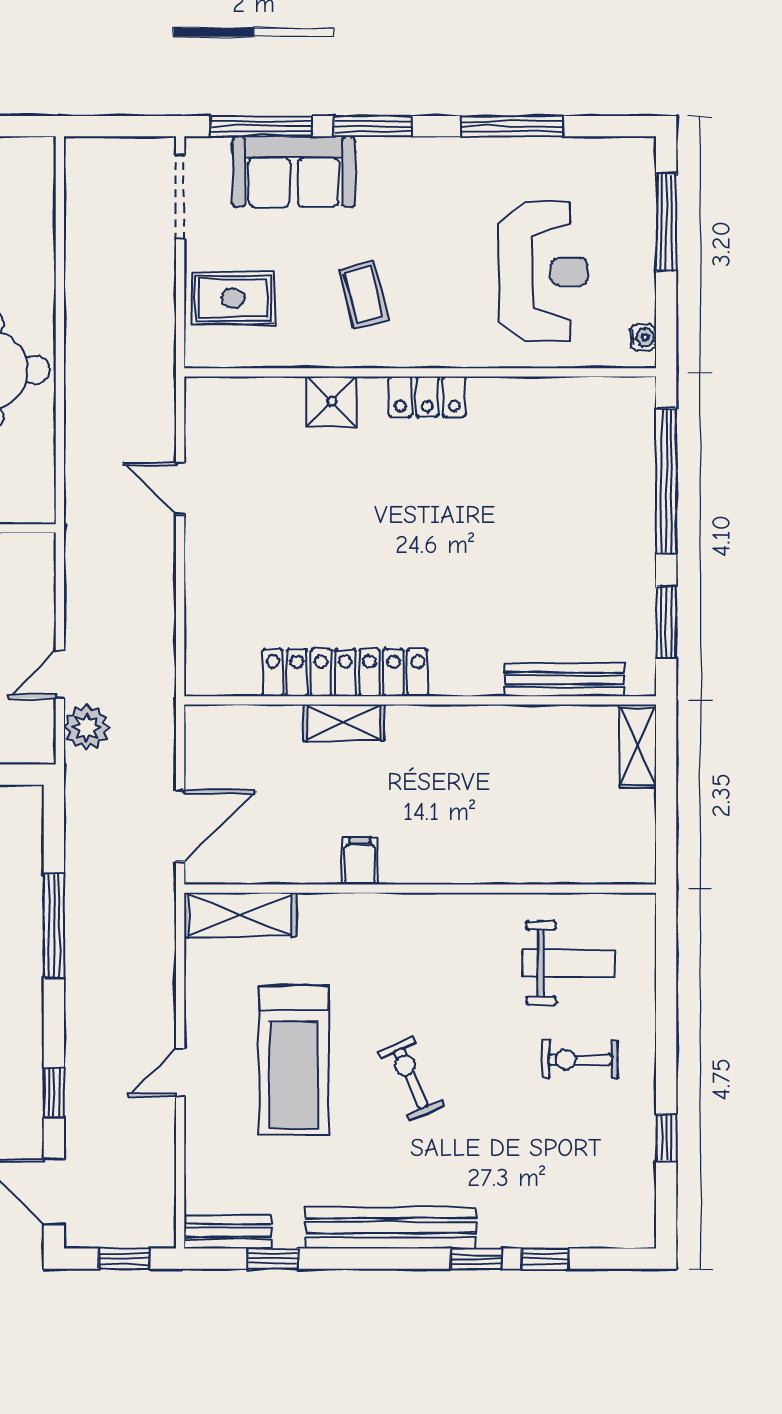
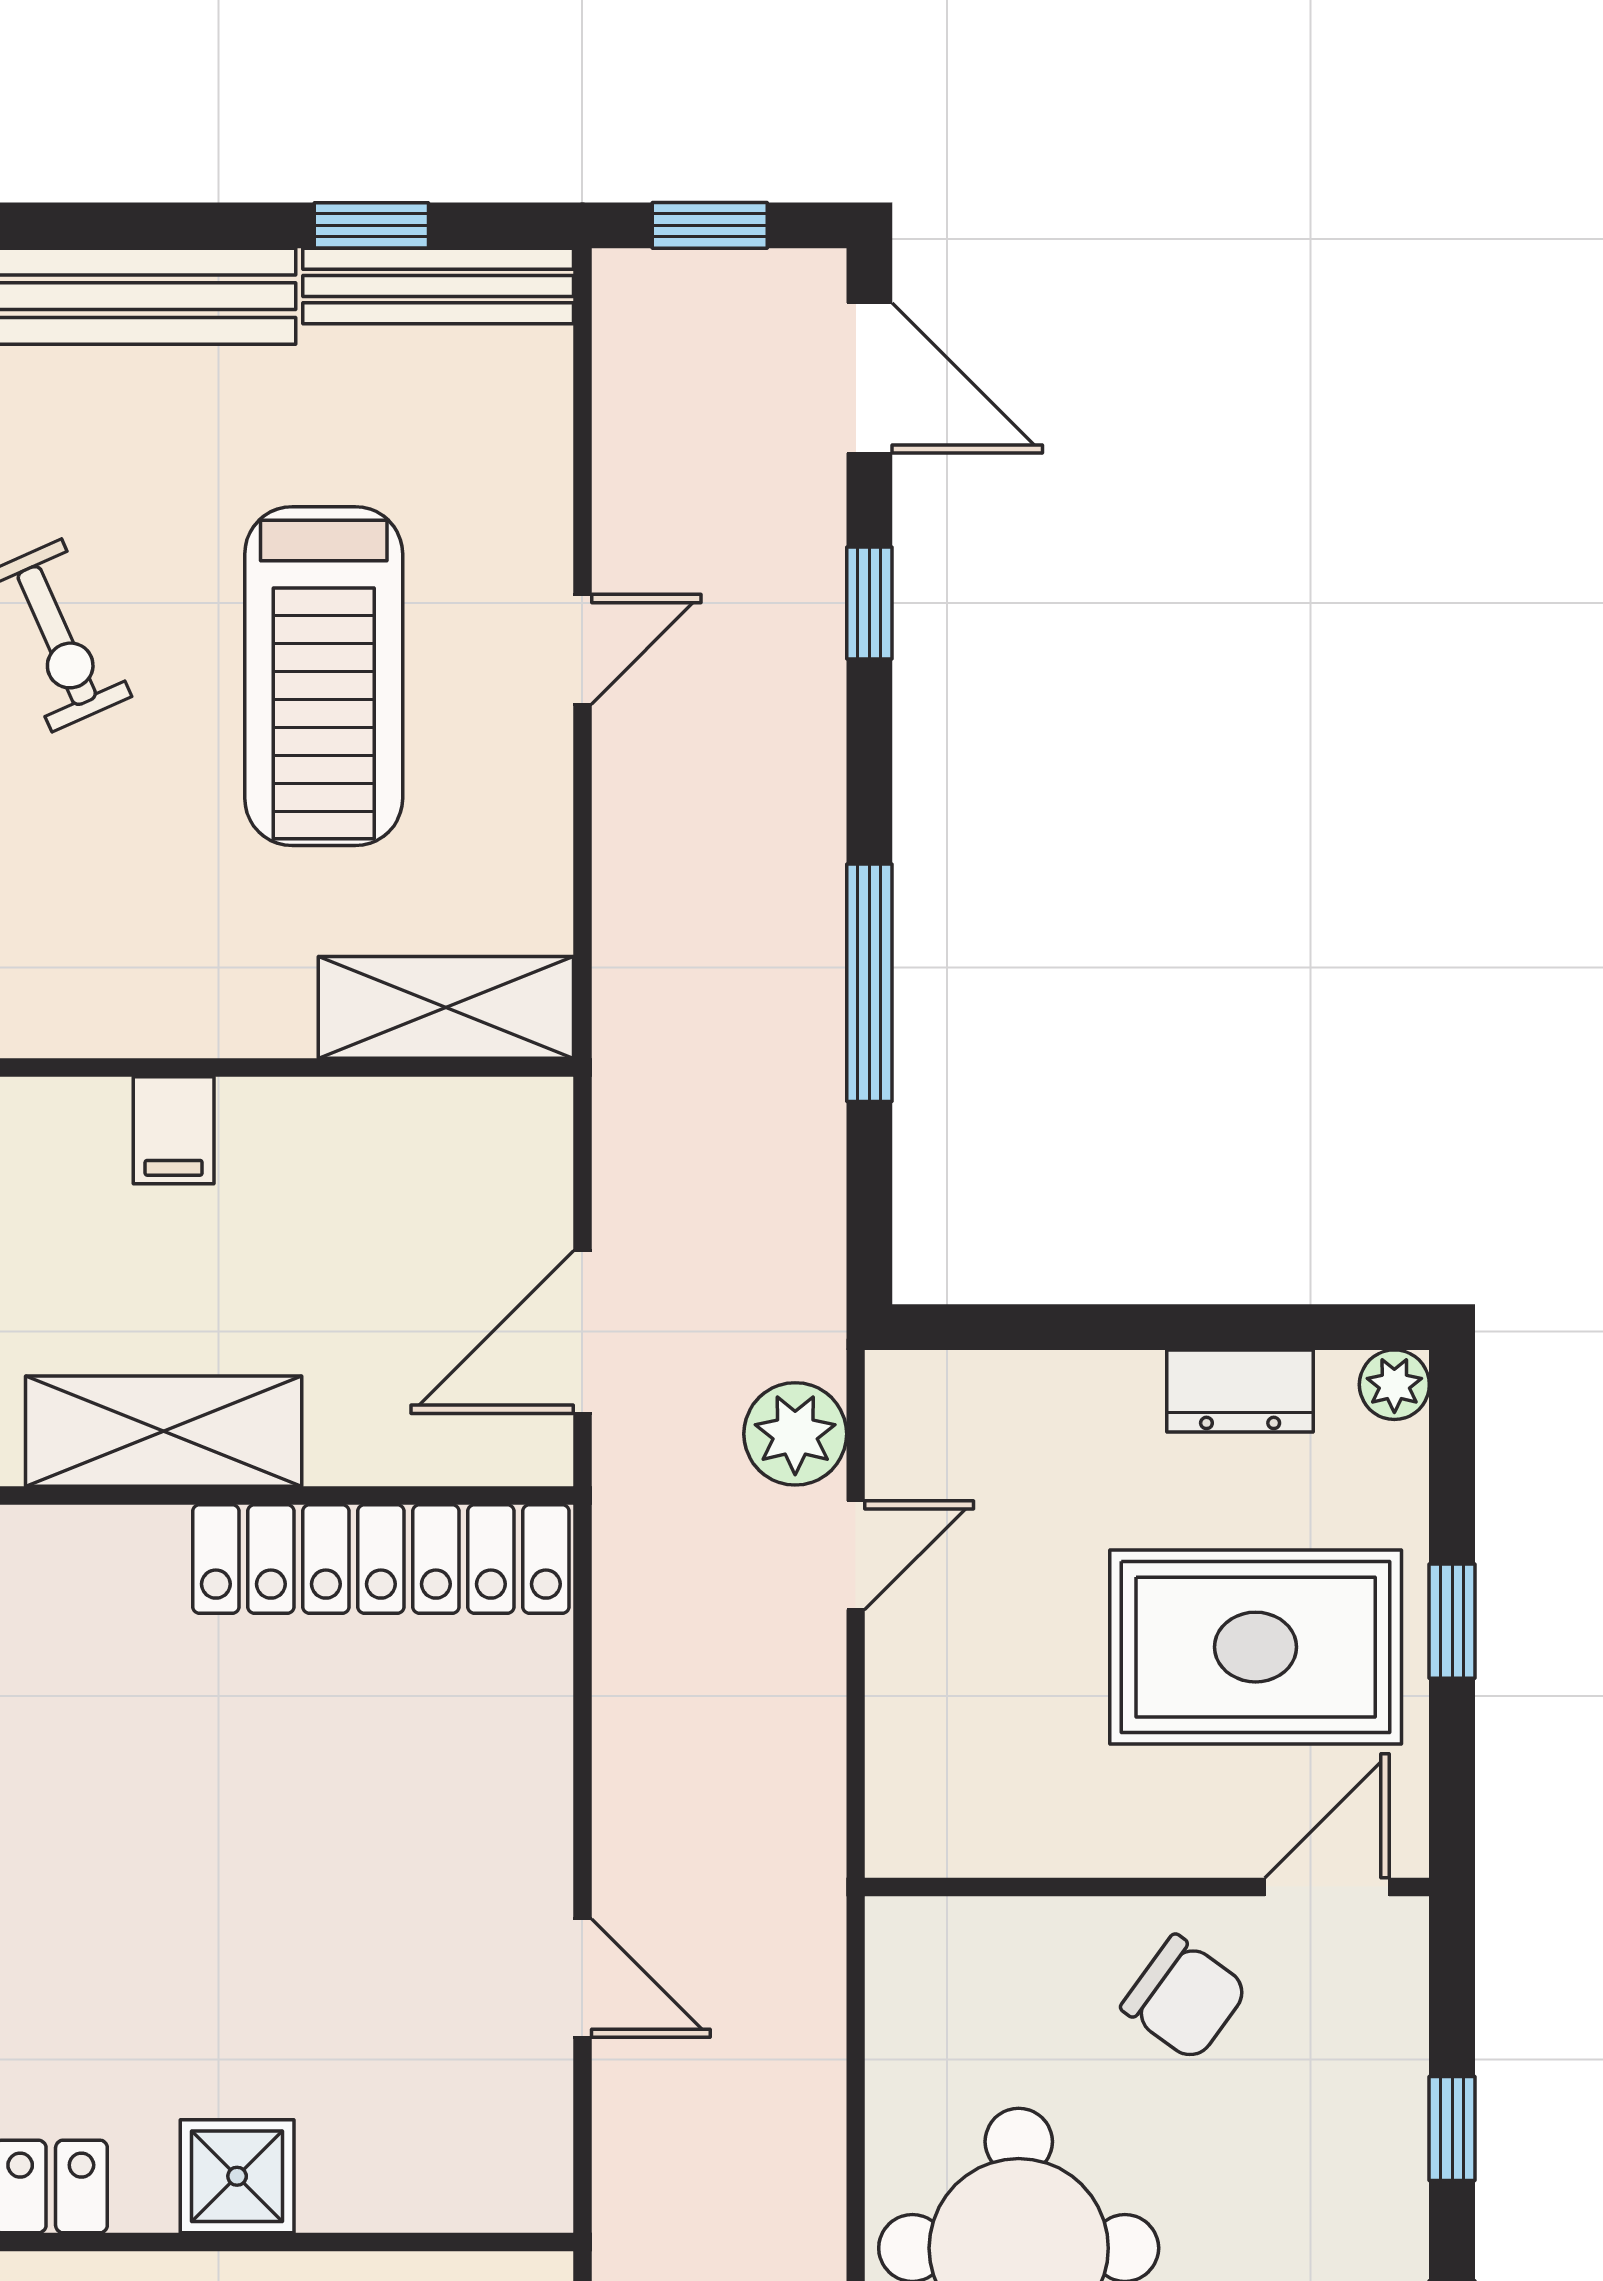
locker: (345, 673) -> (381, 1559), moved
shelving: (344, 723) -> (164, 1431), width x1.50, depth x1.33
door: (180, 826) -> (582, 1332), moved
treadmill: (294, 1061) -> (324, 676), turned 180
bench: (228, 1232) -> (438, 286), width x1.36

